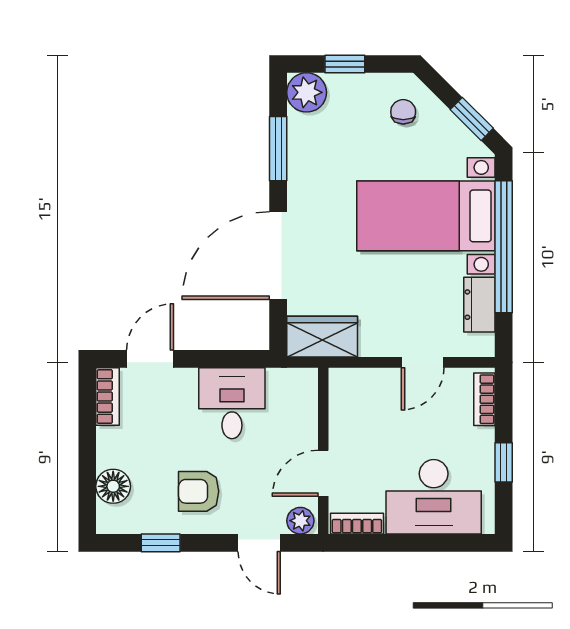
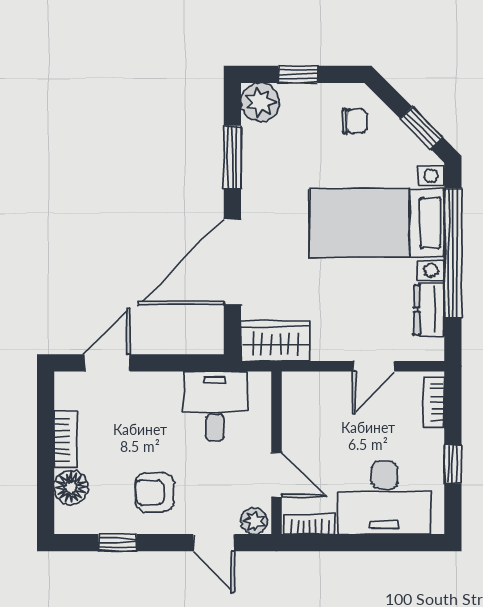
chair: (403, 112) -> (355, 121), turned 90
bookcase: (108, 397) -> (65, 440), moved
desk: (232, 403) -> (215, 406), moved
door: (323, 473) -> (276, 475), swing flipped

